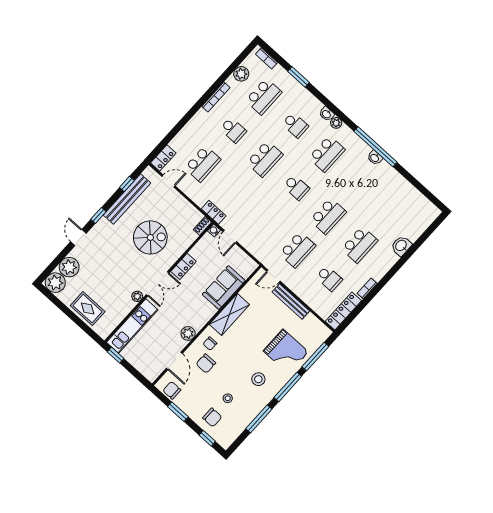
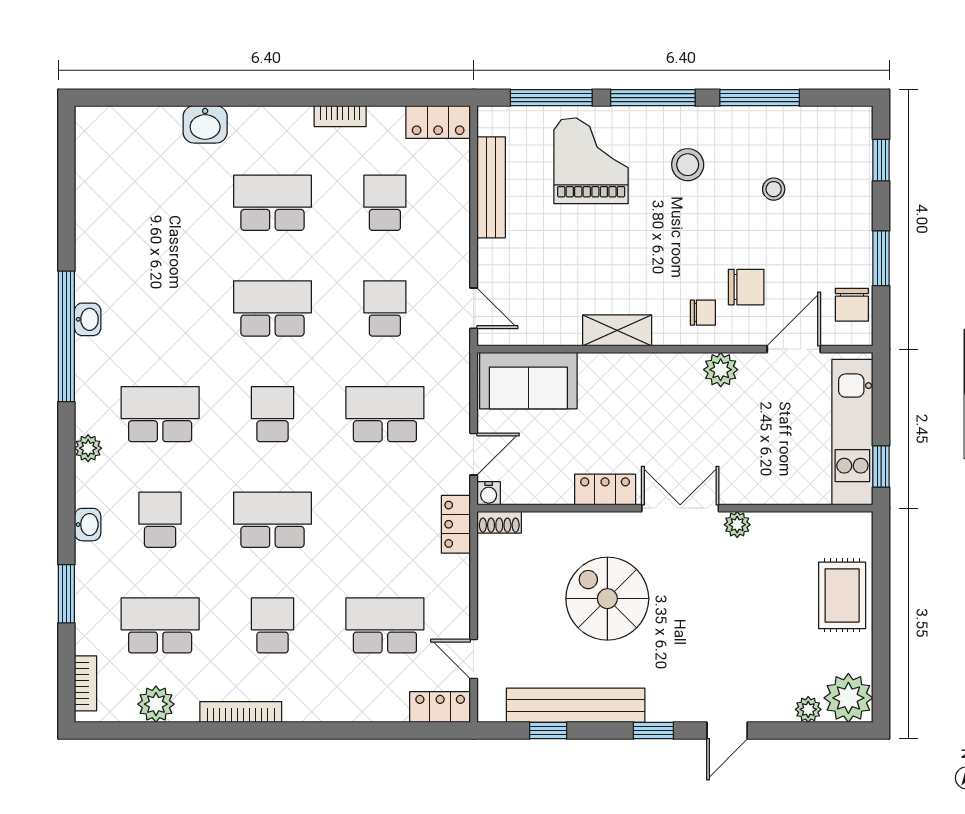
washbasin: (327, 114) -> (88, 525), moved
school desk: (266, 221) -> (385, 414), added
school desk: (297, 250) -> (385, 308), width x0.54
plant: (69, 267) -> (808, 709), width x0.53, depth x0.53
sofa: (224, 288) -> (528, 381), moved
bench: (291, 301) -> (491, 187), moved
locker: (343, 311) -> (438, 122), width x0.66
shelving: (229, 315) -> (617, 330), width x0.67, depth x0.75
kitchen unit: (132, 326) -> (852, 432), moved, turned -90
chair: (212, 417) -> (835, 186), removed

